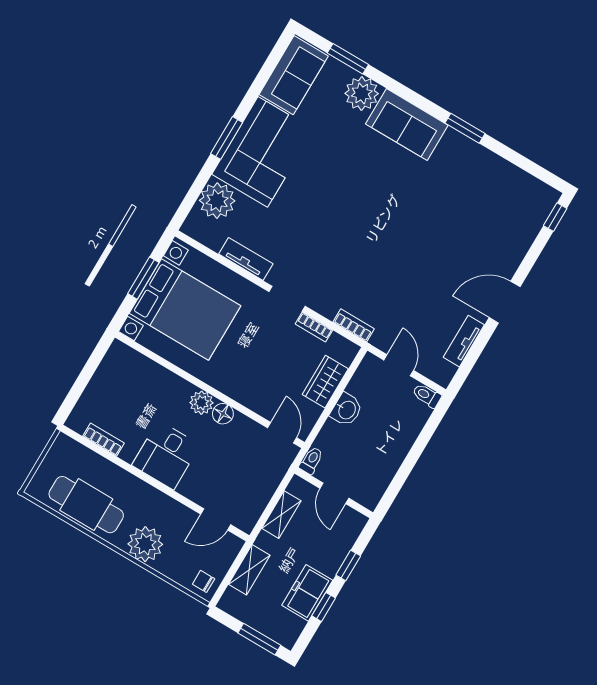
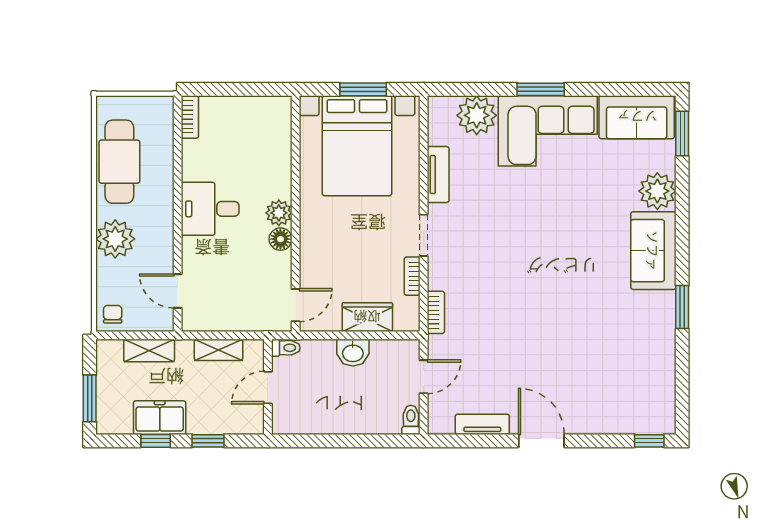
window: (348, 59) -> (682, 134), moved
bookcase: (104, 440) -> (190, 117), moved

